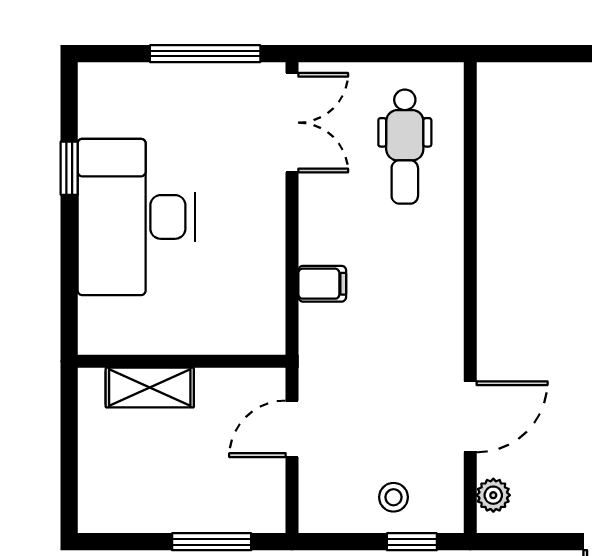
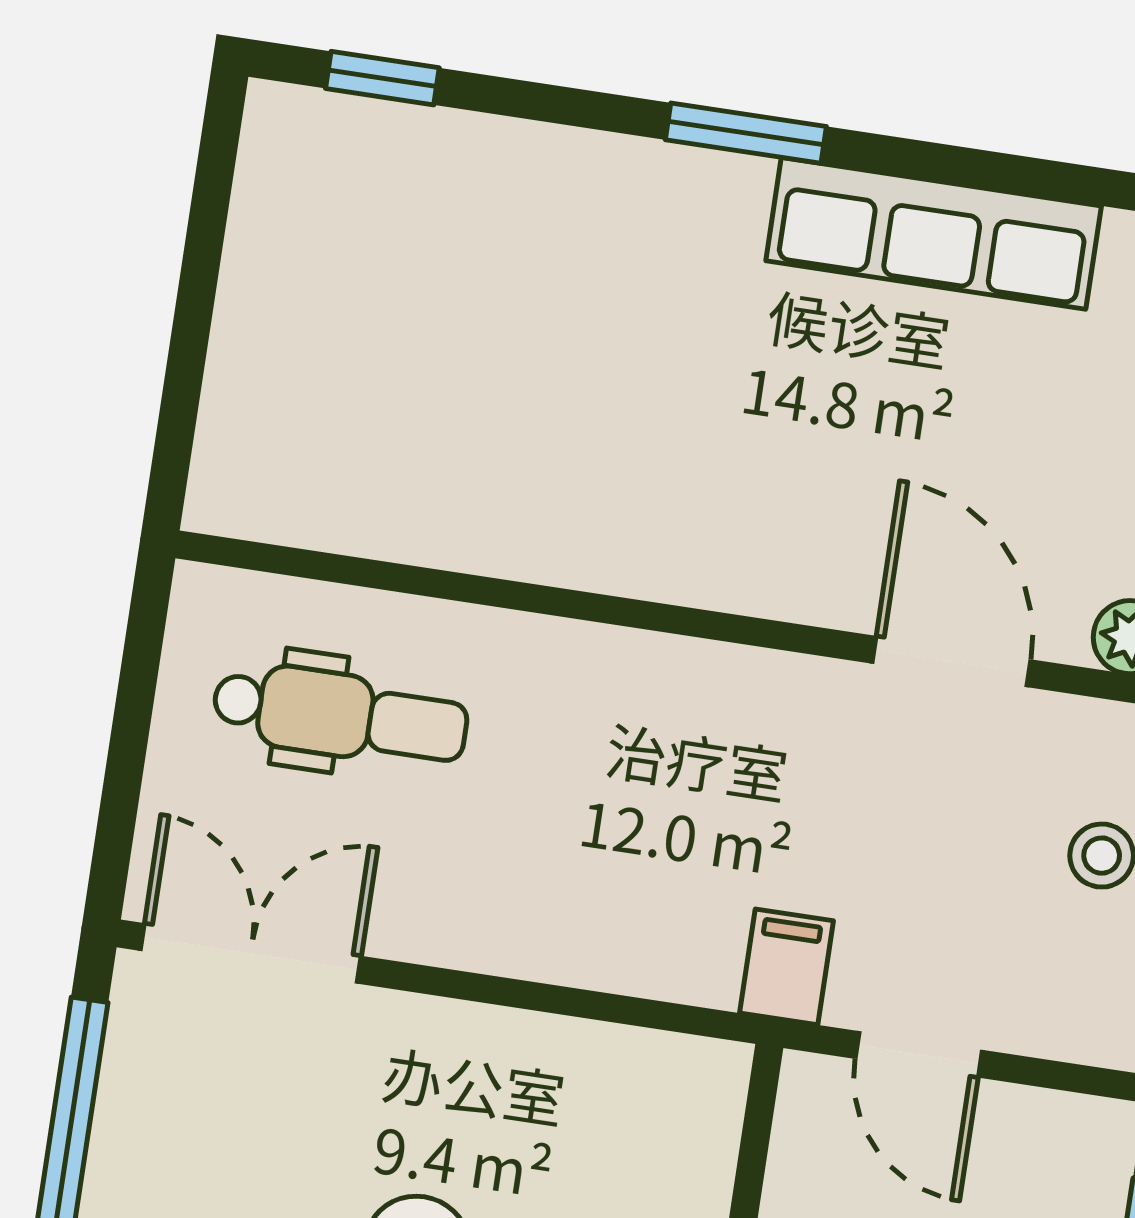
filing cabinet: (322, 284) -> (786, 967), moved

